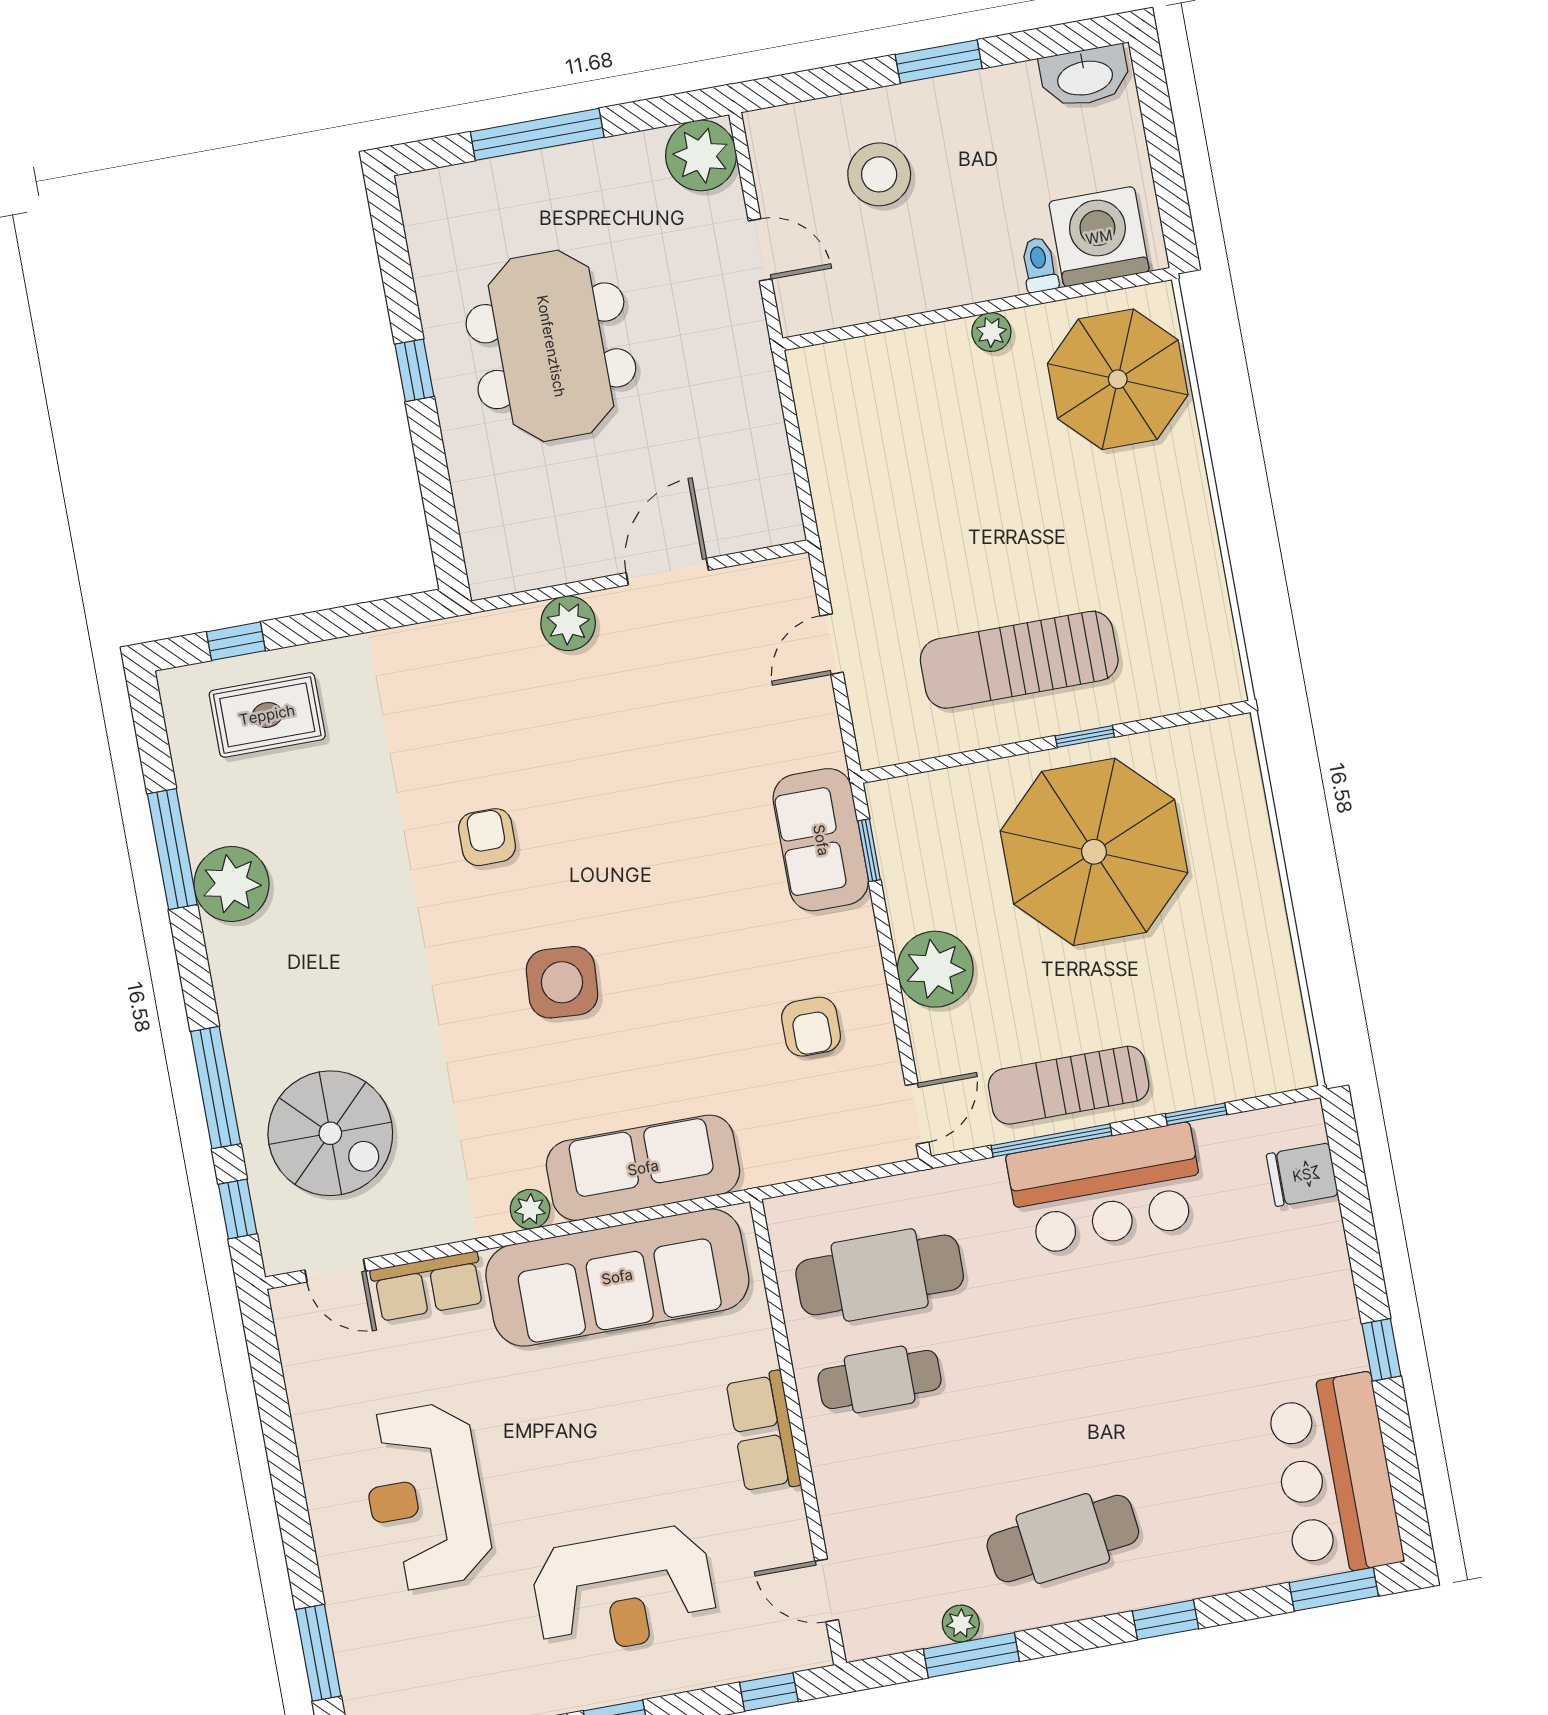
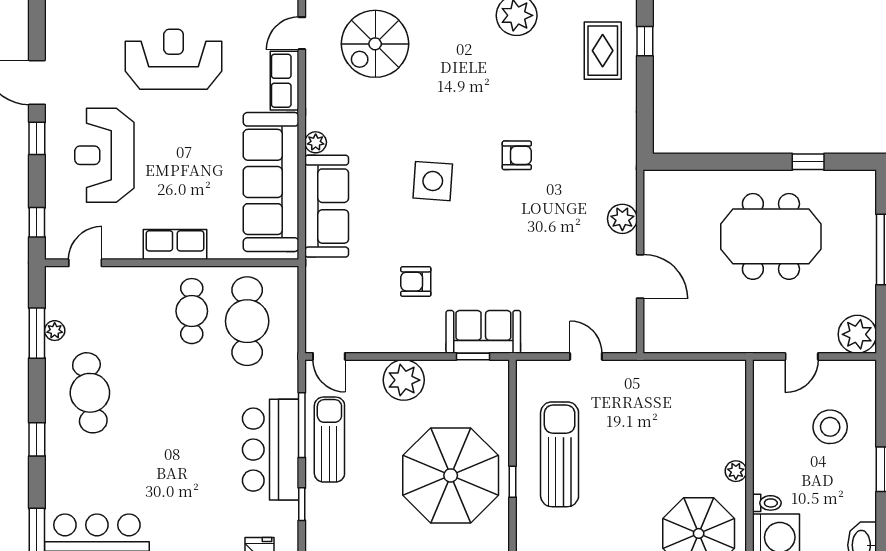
window: (414, 370) -> (808, 162), moved
armchair: (811, 1027) -> (416, 282), moved

